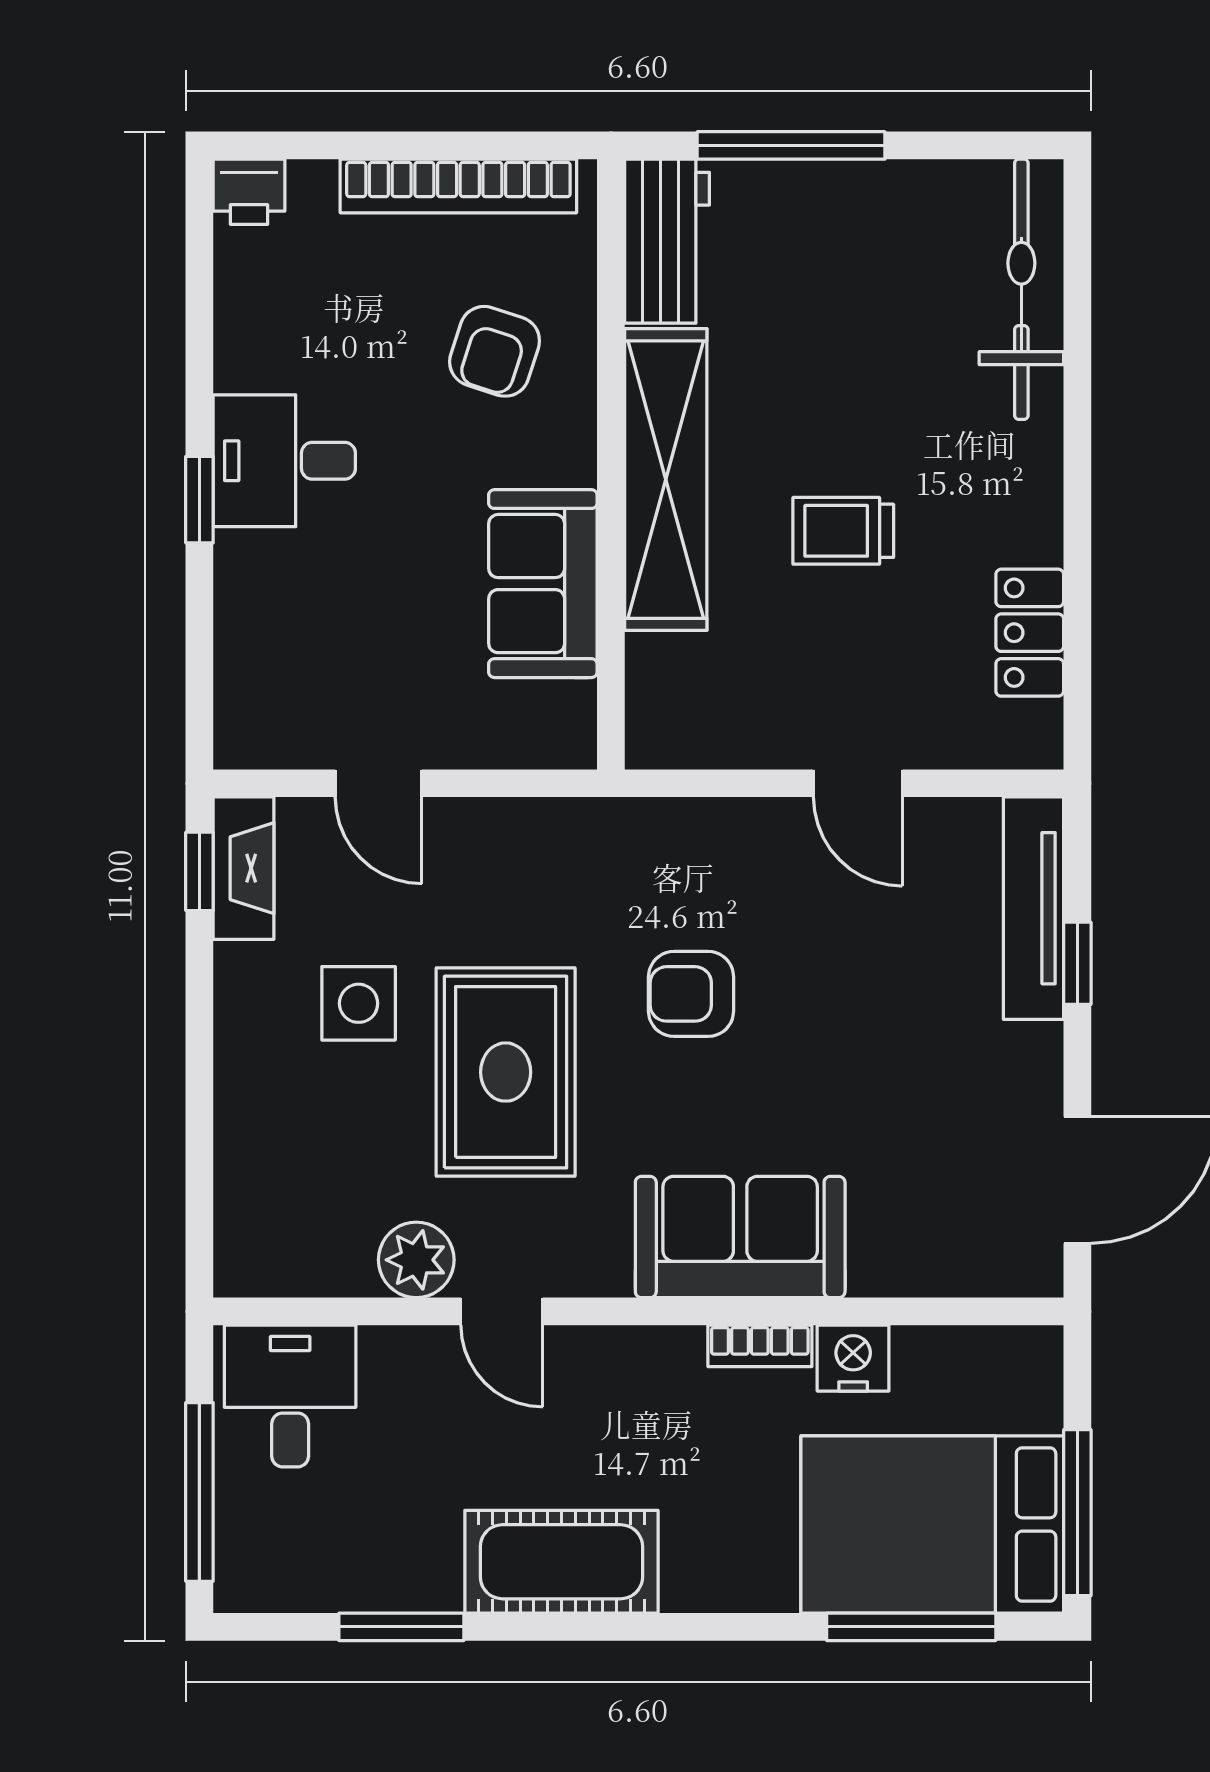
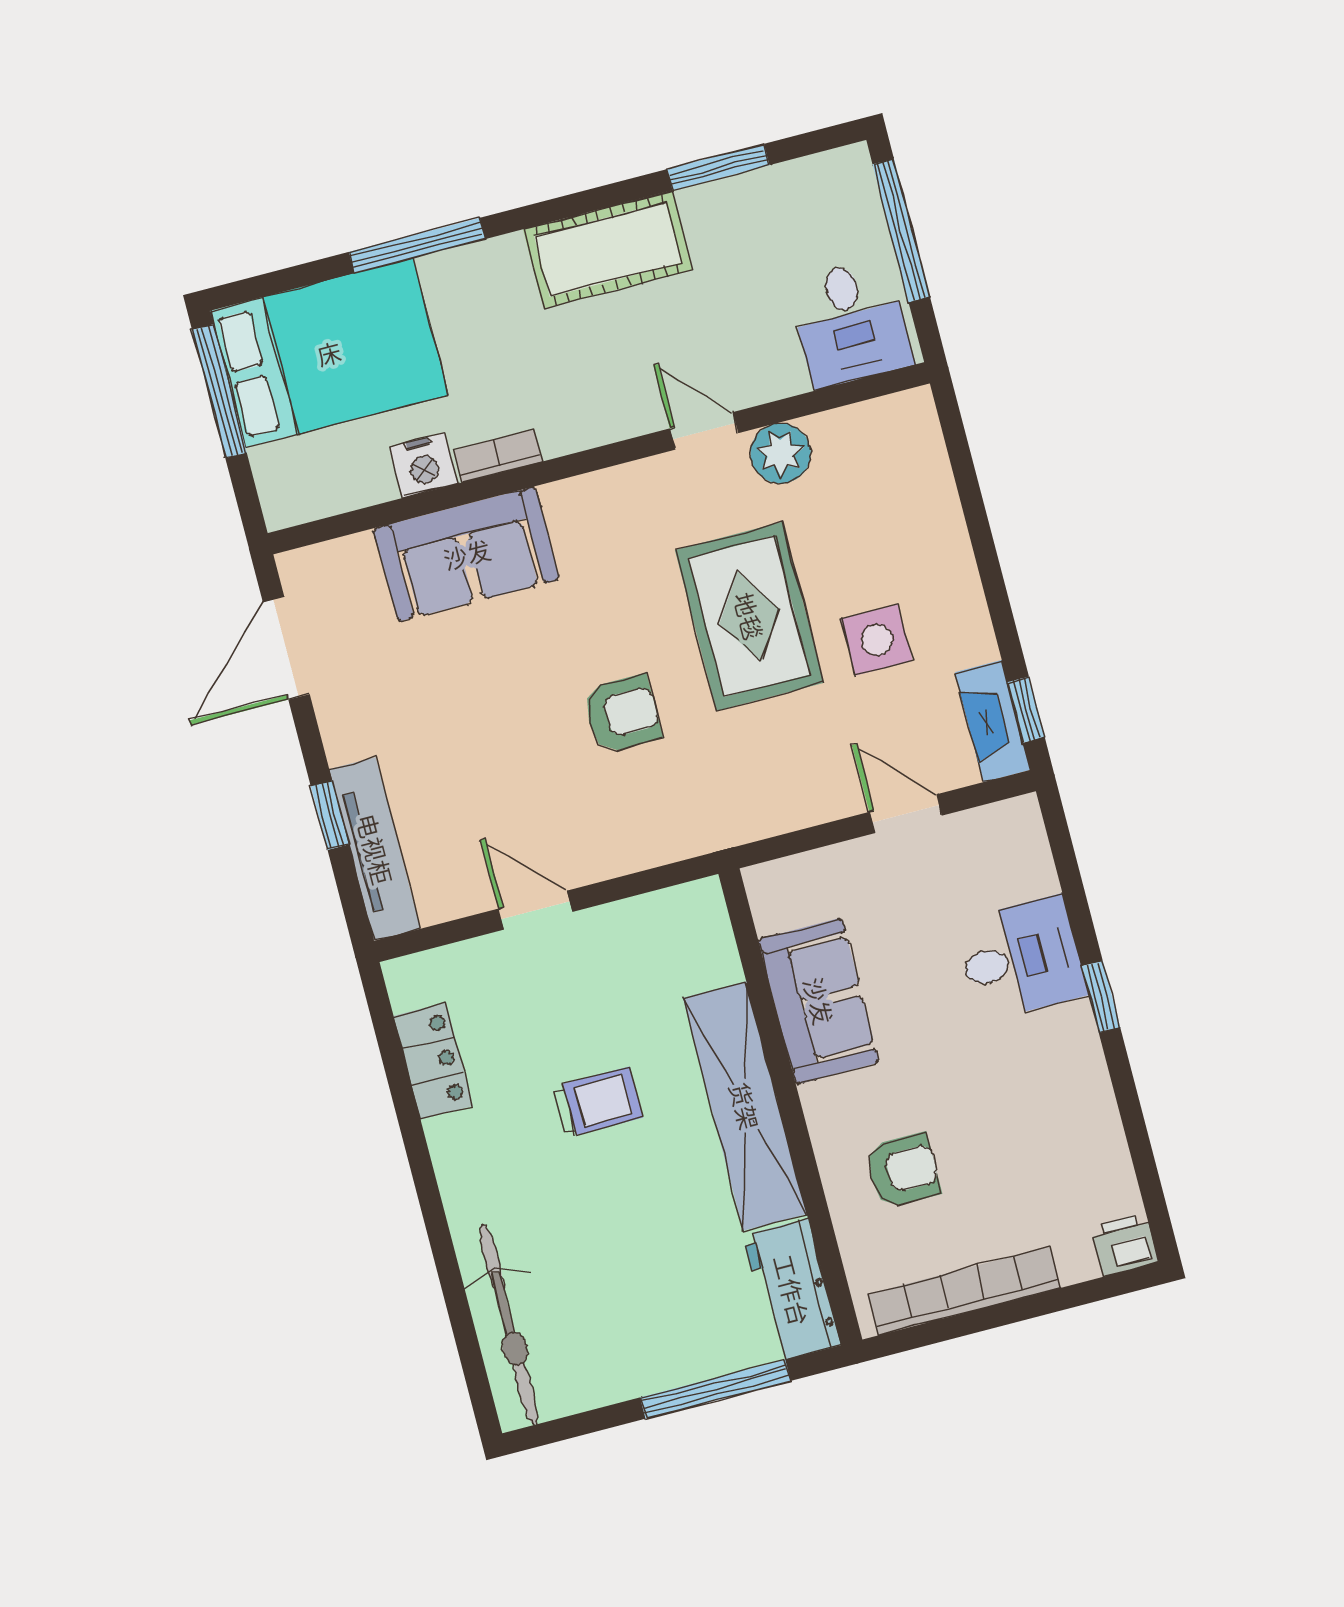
armchair: (495, 351) -> (903, 1171), turned 72
desk: (284, 461) -> (1021, 958), moved
sofa: (740, 1237) -> (467, 554), moved
window: (911, 1627) -> (417, 246), moved

